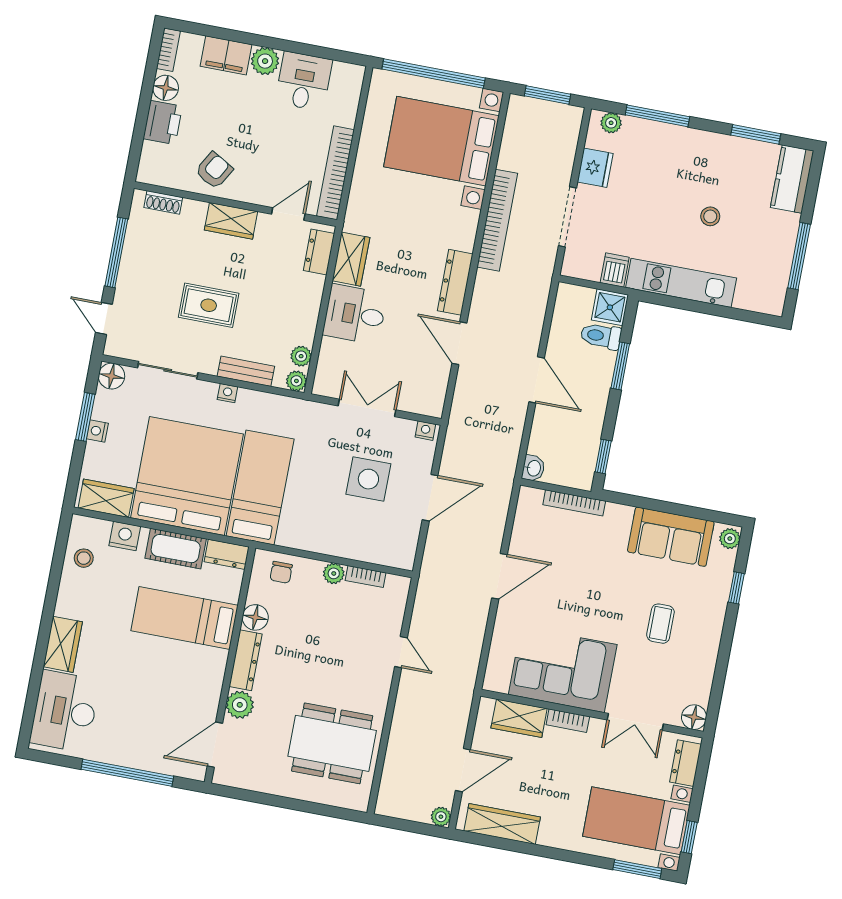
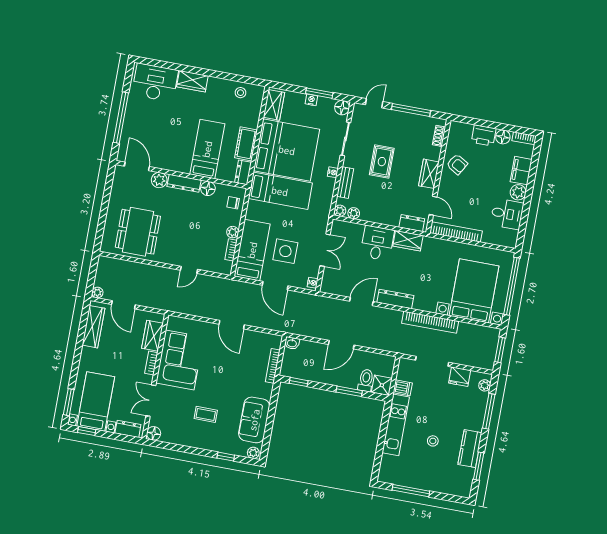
kitchen counter: (792, 179) -> (470, 449), moved, turned -90
nightstand: (125, 536) -> (253, 115), removed
bed: (366, 539) -> (252, 250), added

